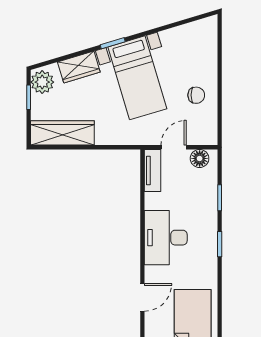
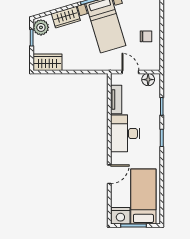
wardrobe: (62, 133) -> (47, 62), width x0.67
door: (174, 147) -> (130, 72), hinge flipped
tv unit: (152, 170) -> (116, 99), moved

